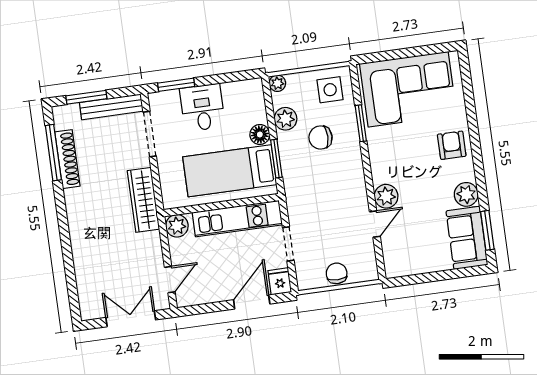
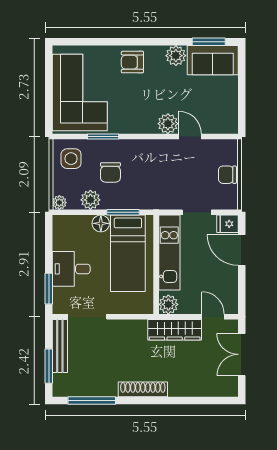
shoe rack: (67, 159) -> (143, 389), moved
wardrobe: (143, 200) -> (175, 330), moved

